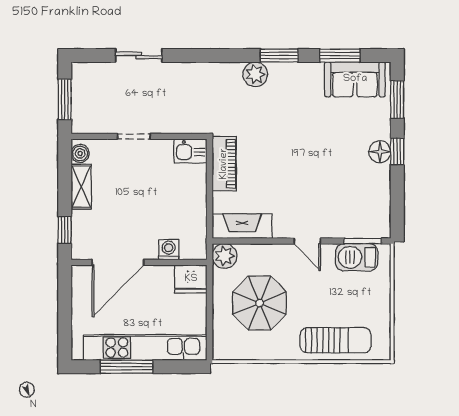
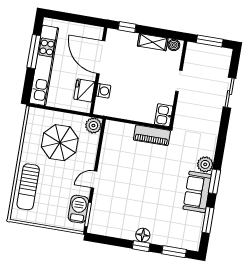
sofa: (355, 79) -> (197, 192), moved
fireplace: (242, 226) -> (110, 140), removed
fridge: (191, 279) -> (84, 90), moved

